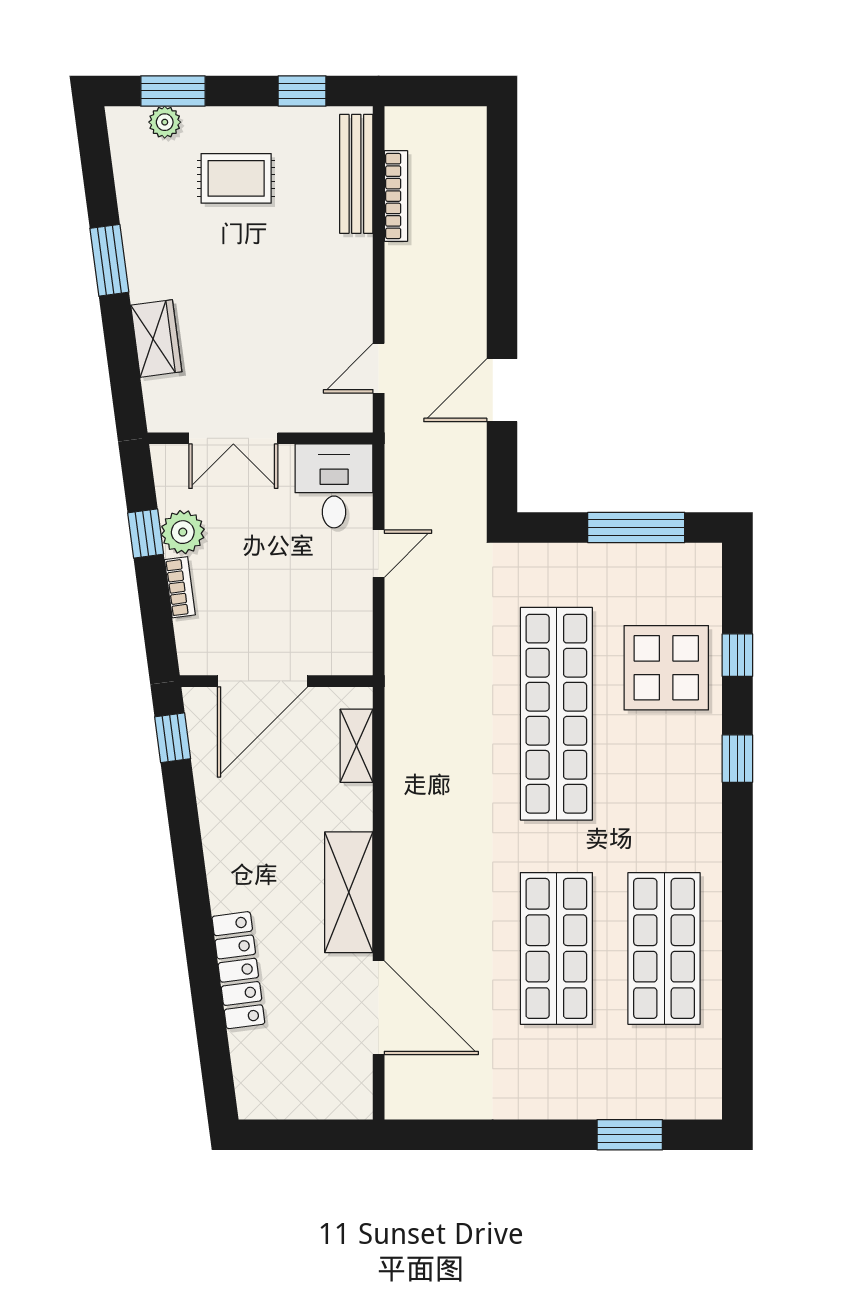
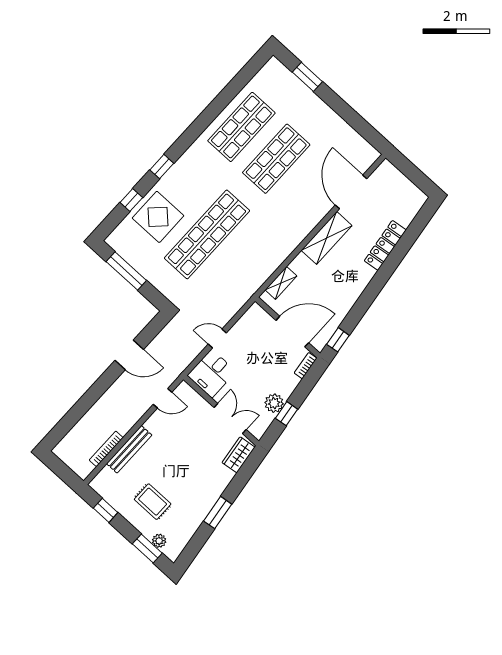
bench: (356, 174) -> (129, 449), moved
wardrobe: (156, 338) -> (239, 455), moved
bookcase: (180, 587) -> (306, 366), moved

